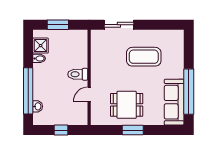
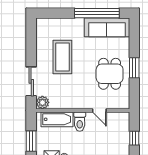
plant: (97, 36) -> (42, 102), added
bathtub: (80, 51) -> (57, 119), added

